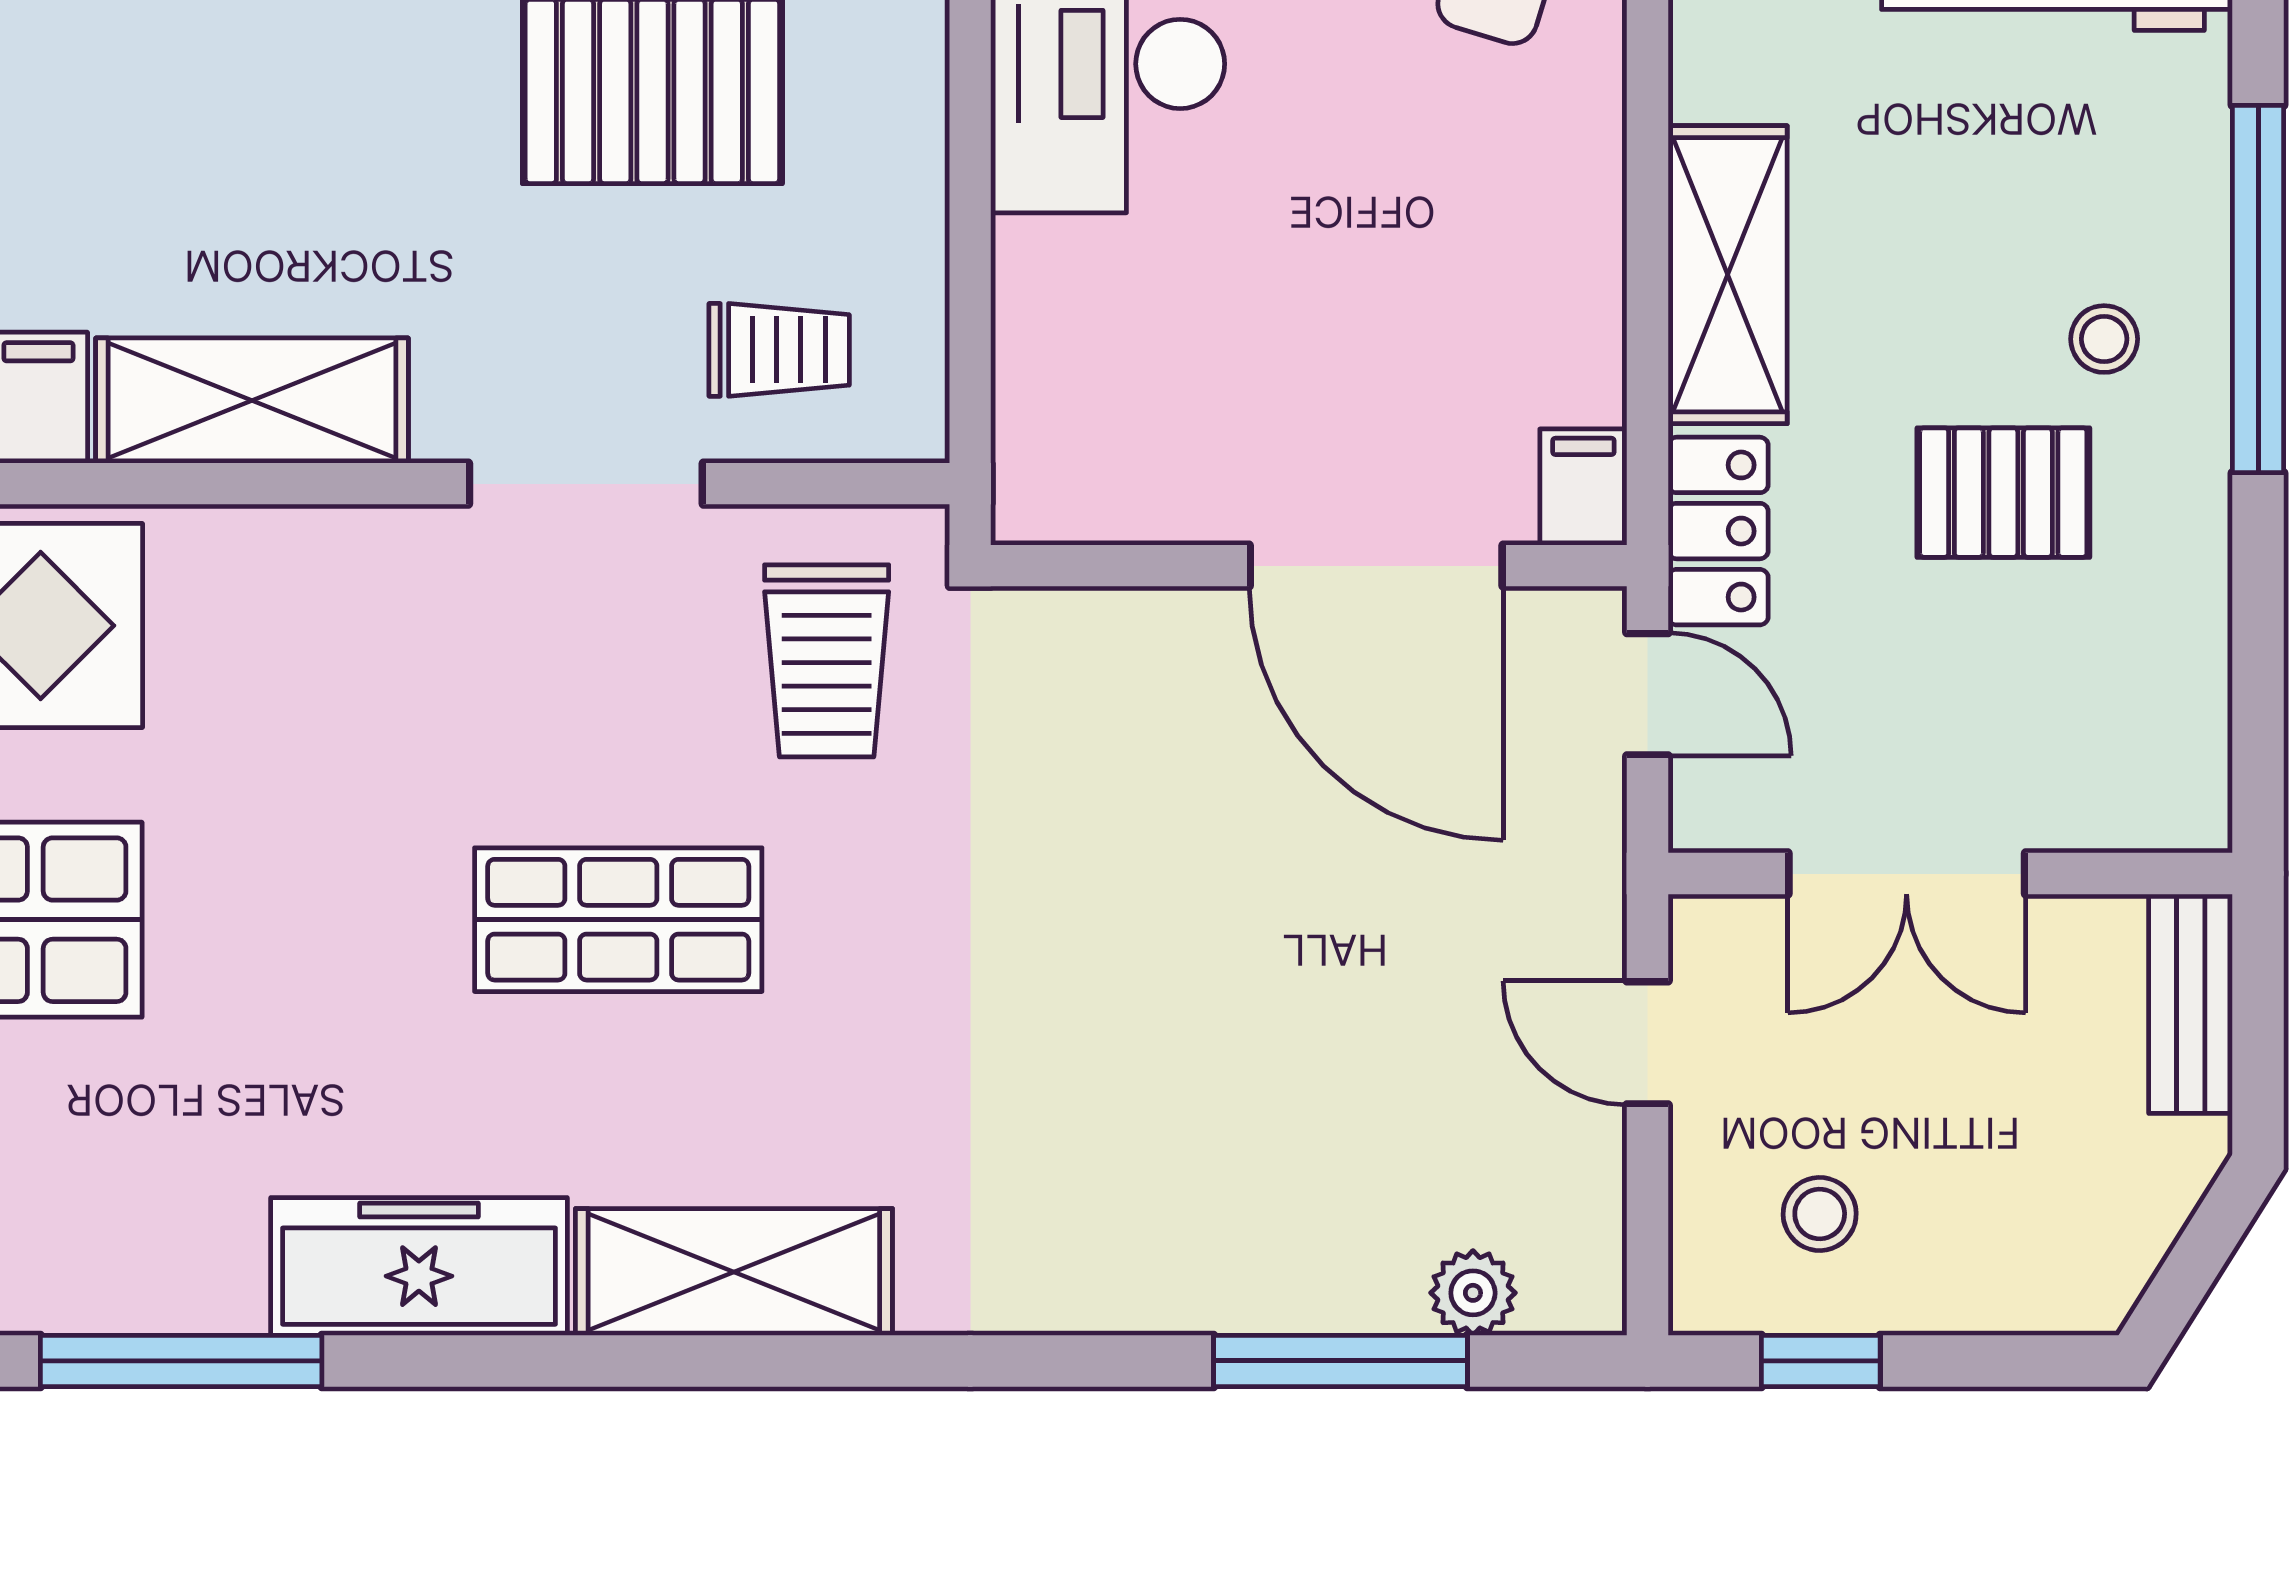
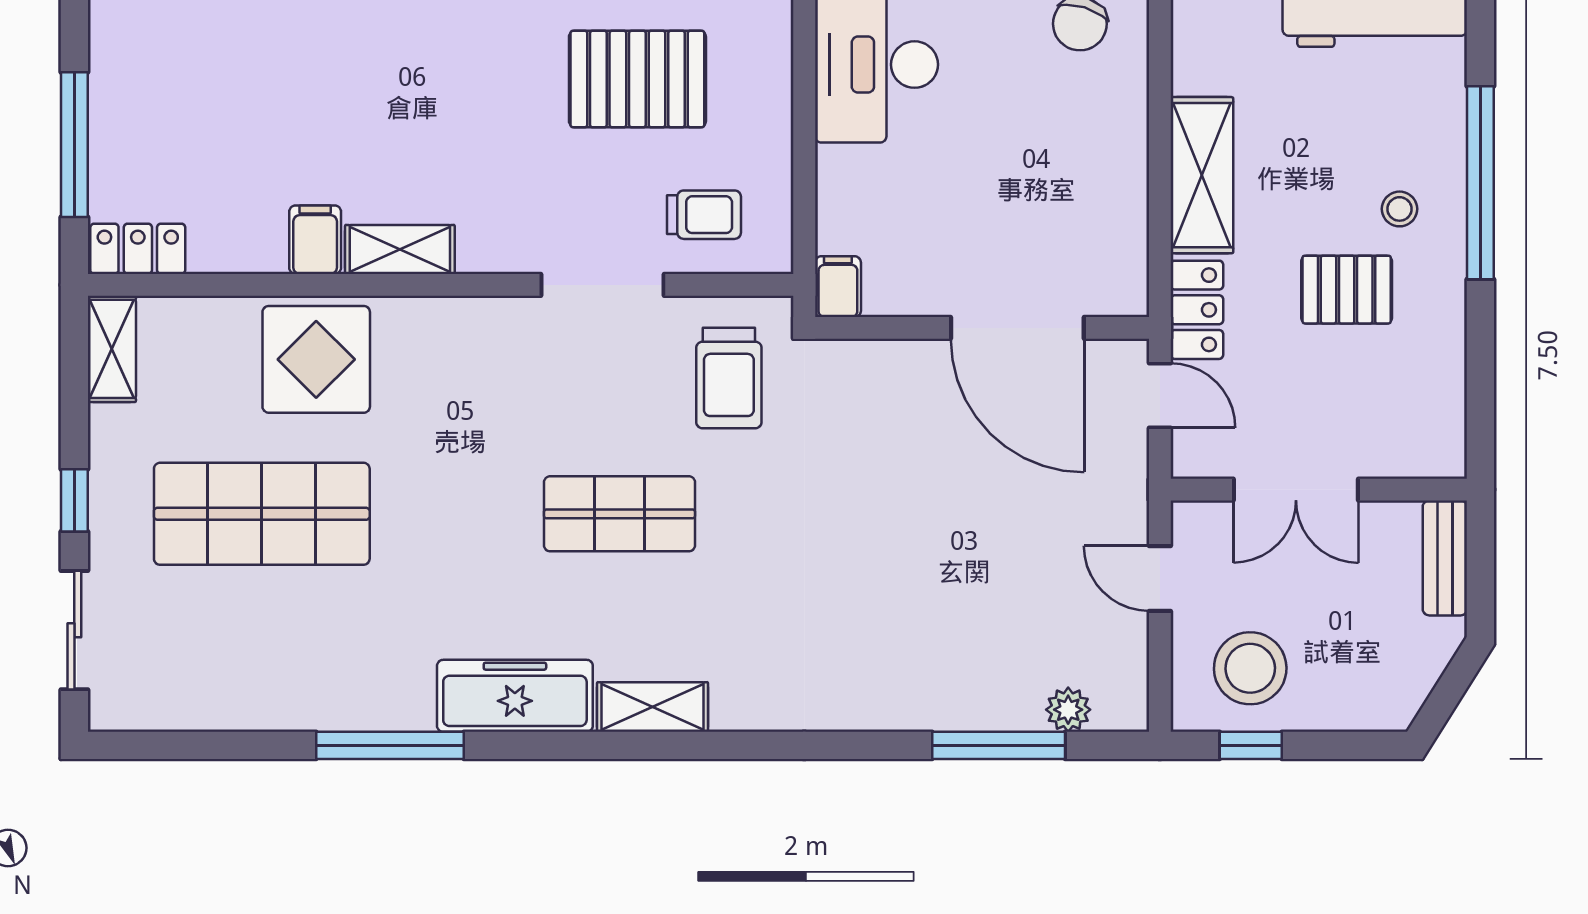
shelving: (252, 401) -> (400, 249), width x0.67, depth x0.75
filing cabinet: (1583, 487) -> (838, 287), moved
stool: (1820, 1214) -> (1250, 668), width x1.89, depth x1.89
shelving: (734, 1272) -> (653, 707), width x0.67, depth x0.75

